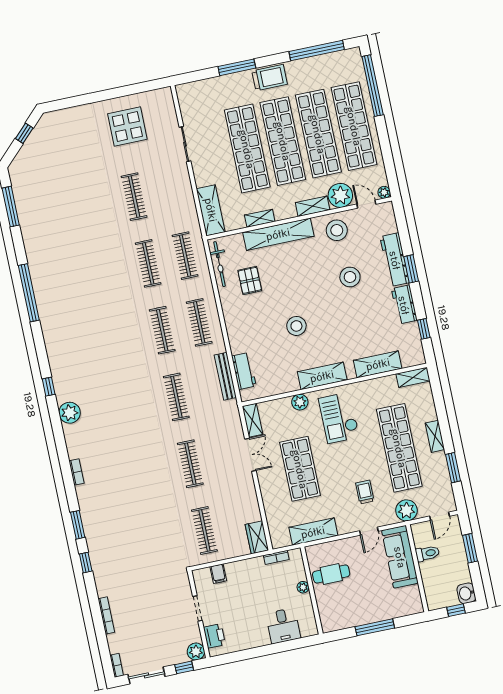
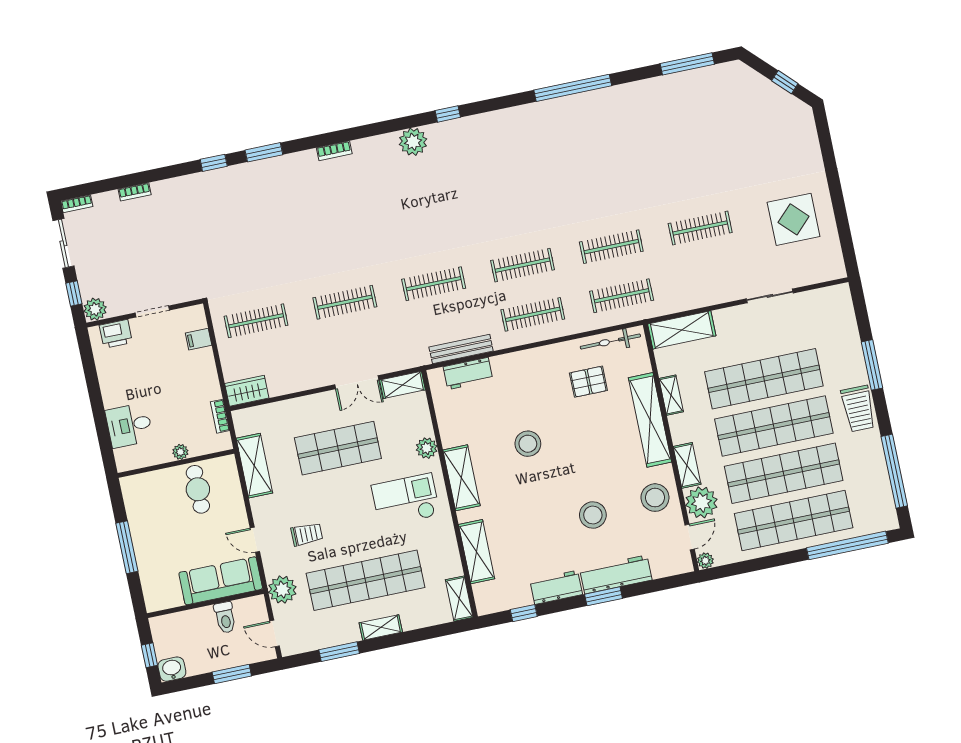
bookcase: (106, 616) -> (135, 192), width x0.64

